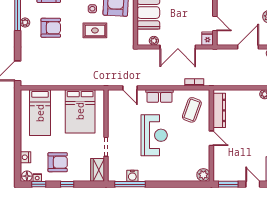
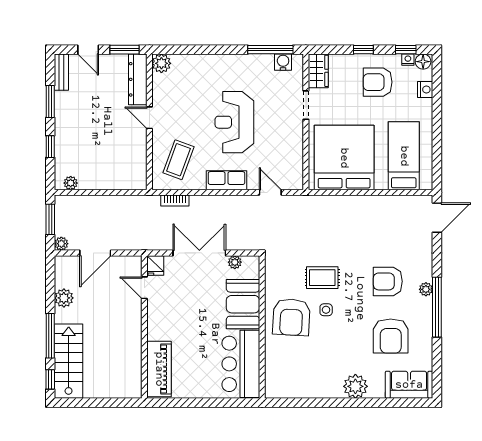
dresser: (219, 110) -> (138, 79), moved
bed: (80, 111) -> (344, 158), width x1.36
water cooler: (132, 176) -> (283, 62), moved

